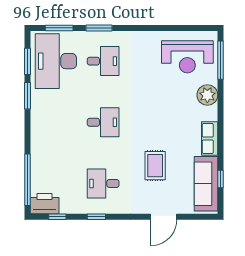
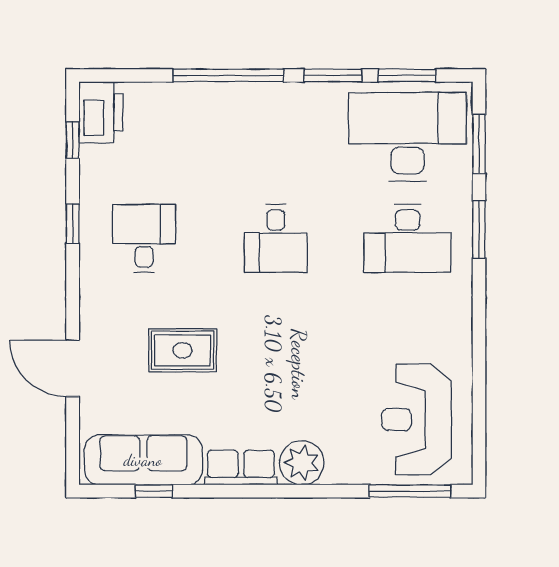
desk: (103, 61) -> (407, 238), width x1.37
plant: (207, 95) -> (302, 463), moved
window: (27, 180) -> (228, 75), moved

